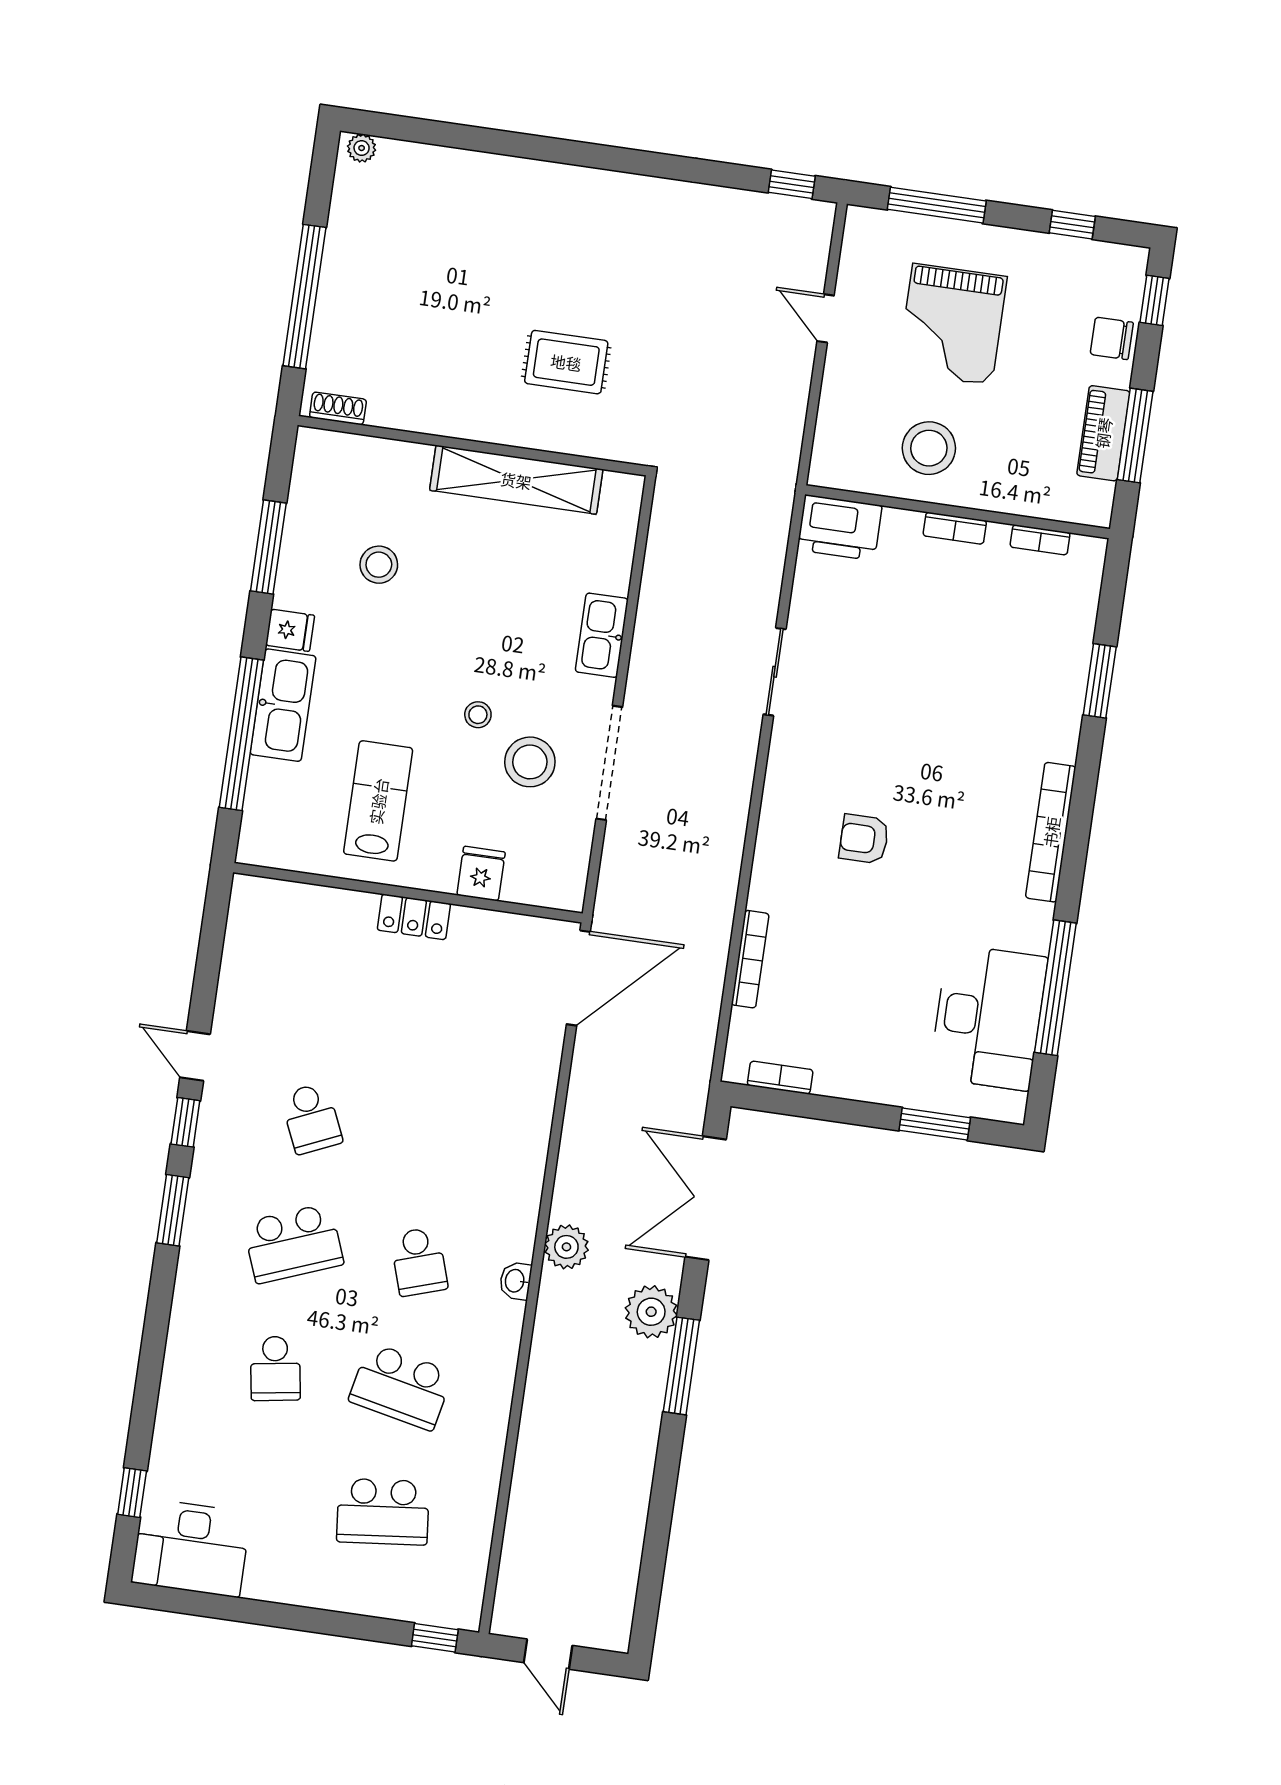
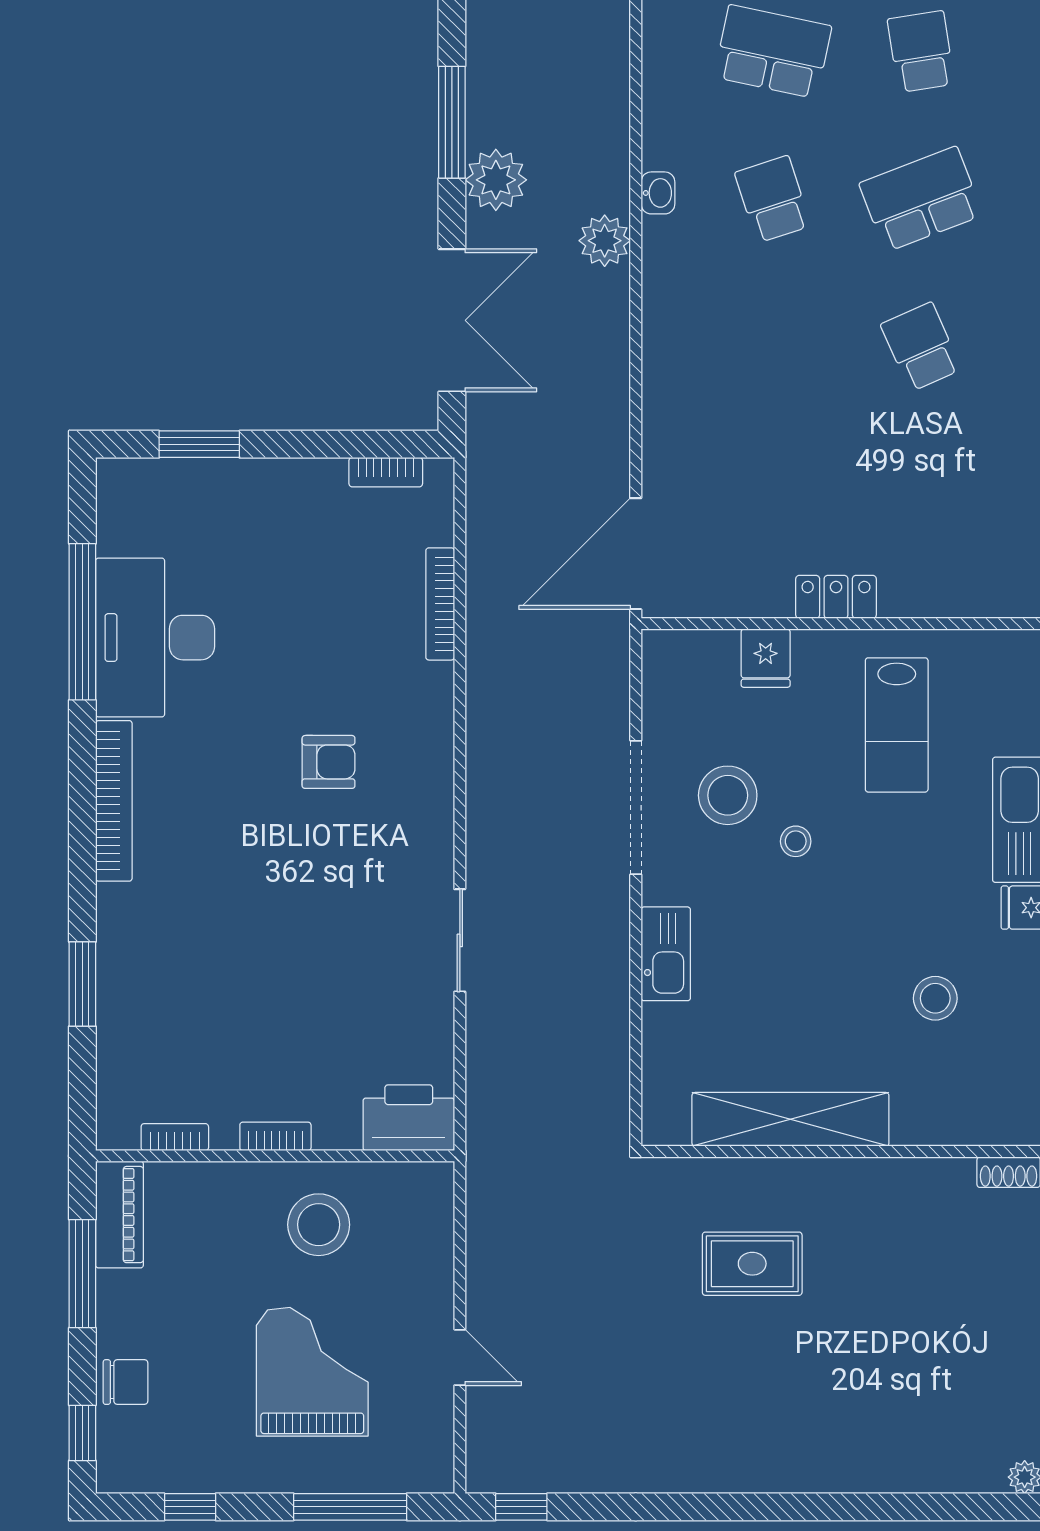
piano: (1103, 433) -> (119, 1215), moved
desk: (988, 1017) -> (155, 638), moved

